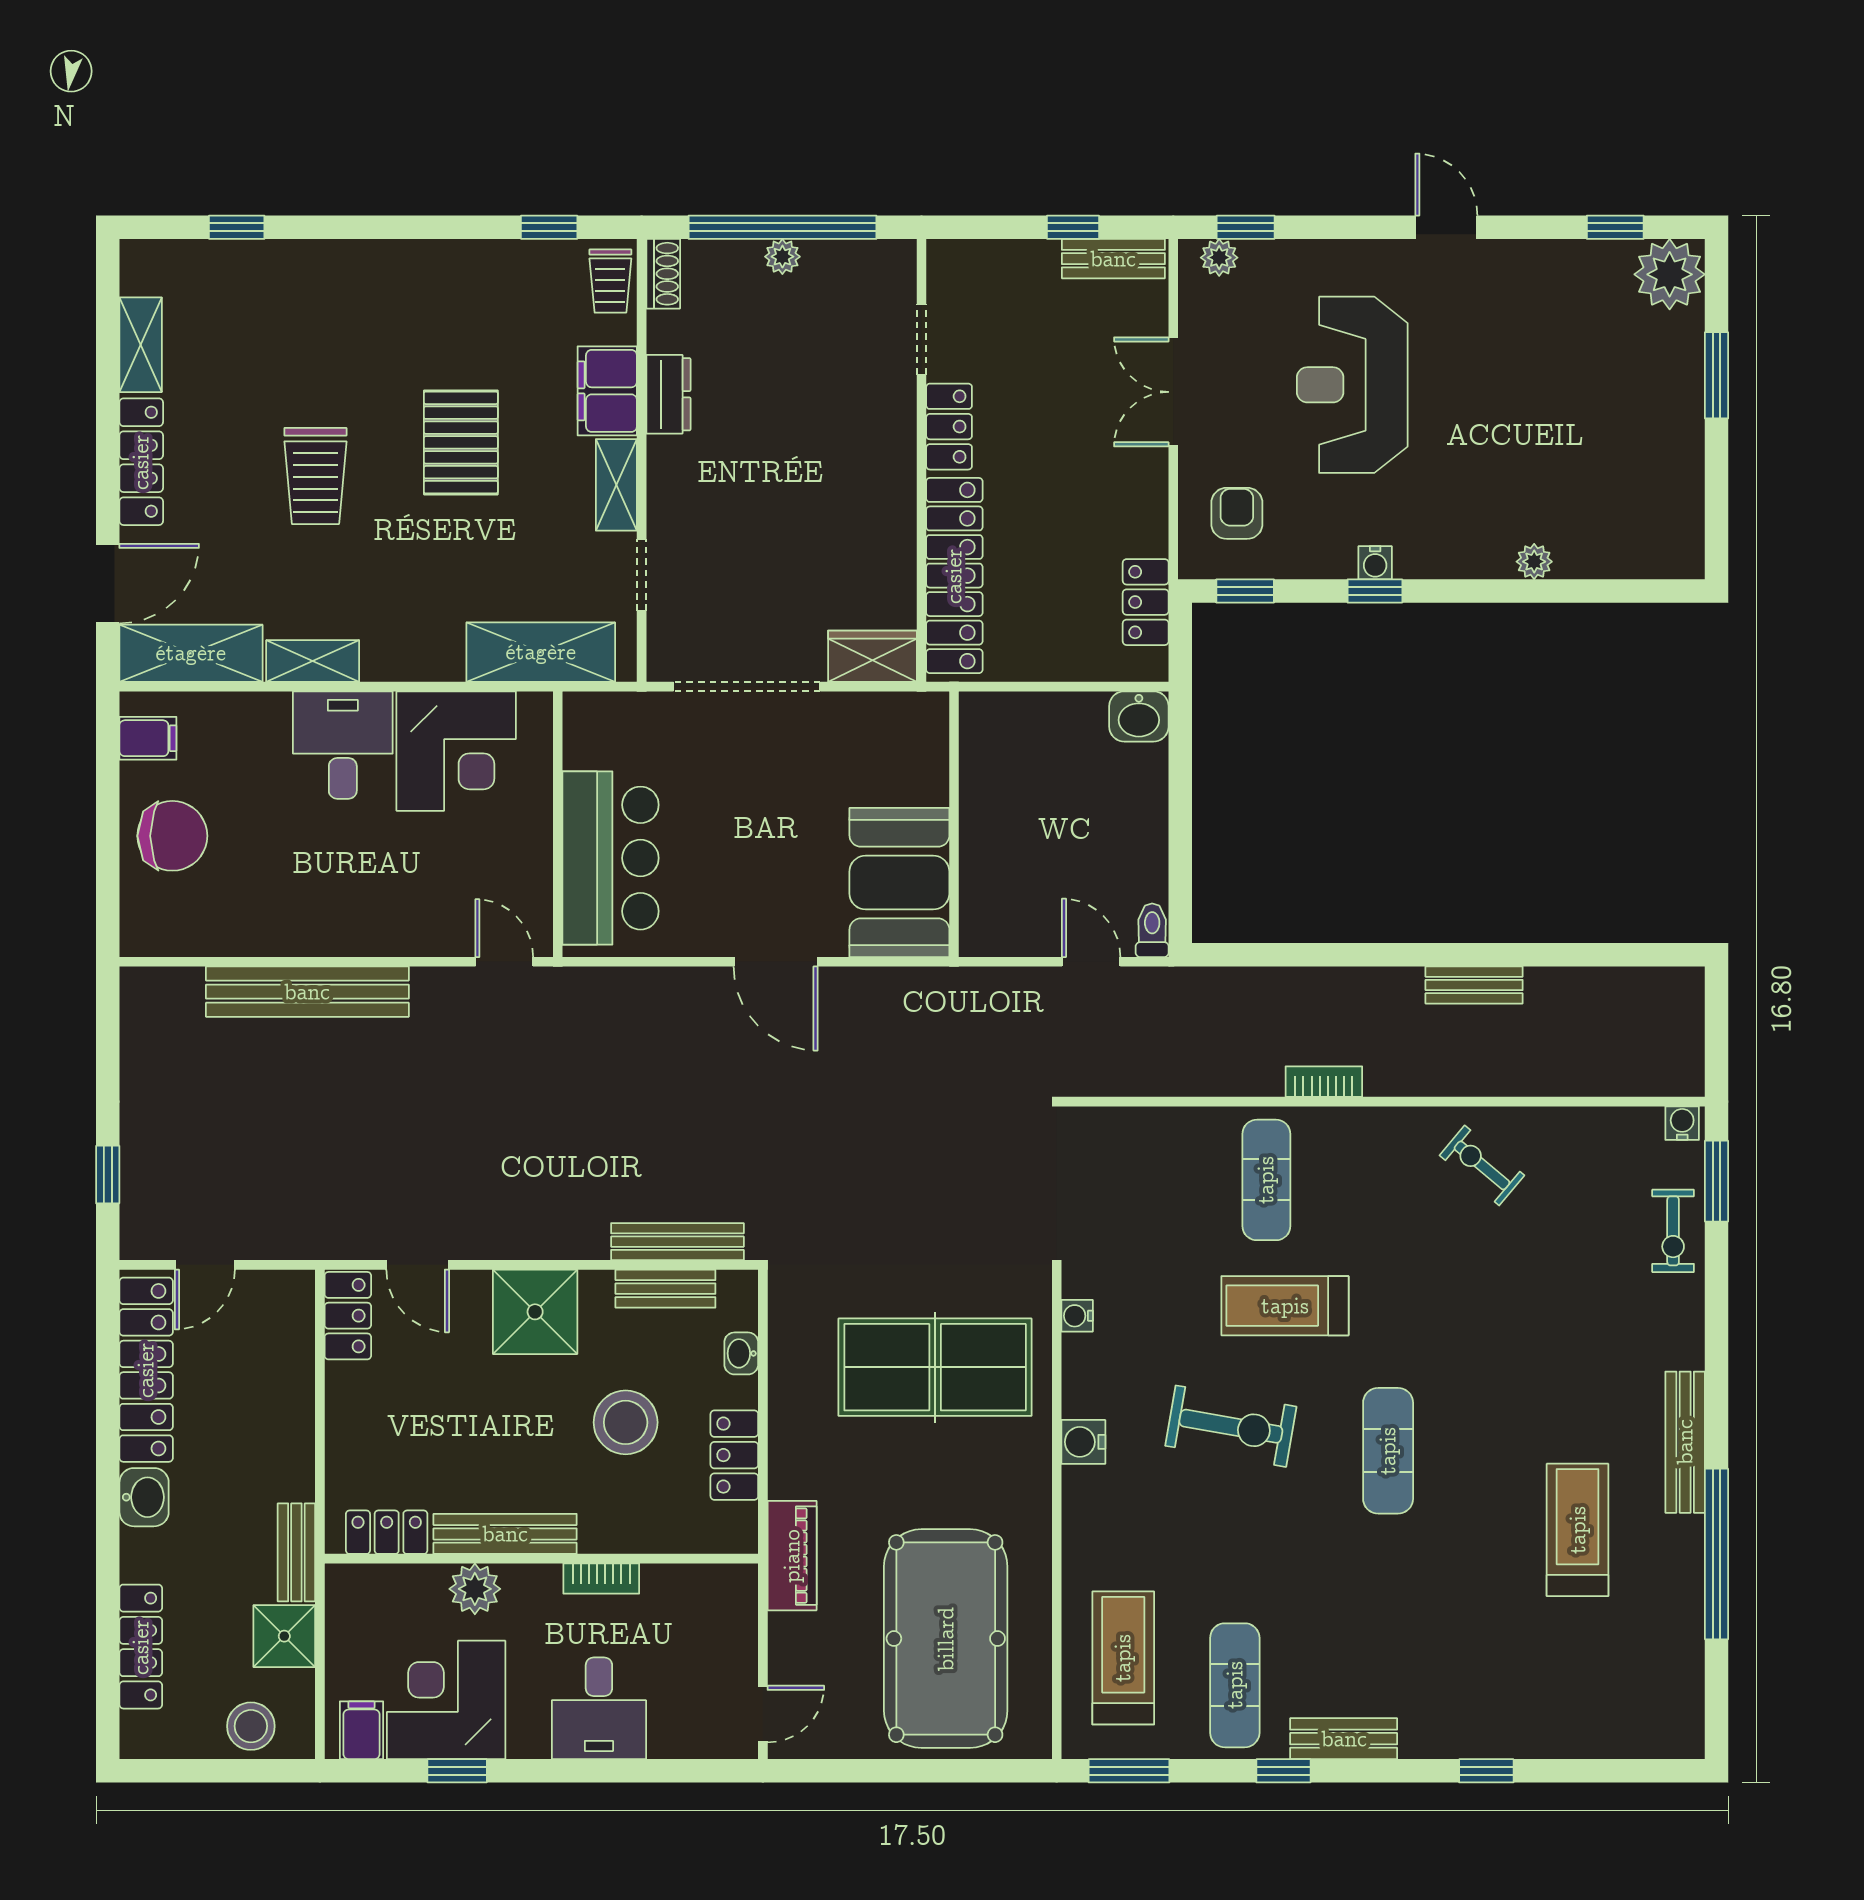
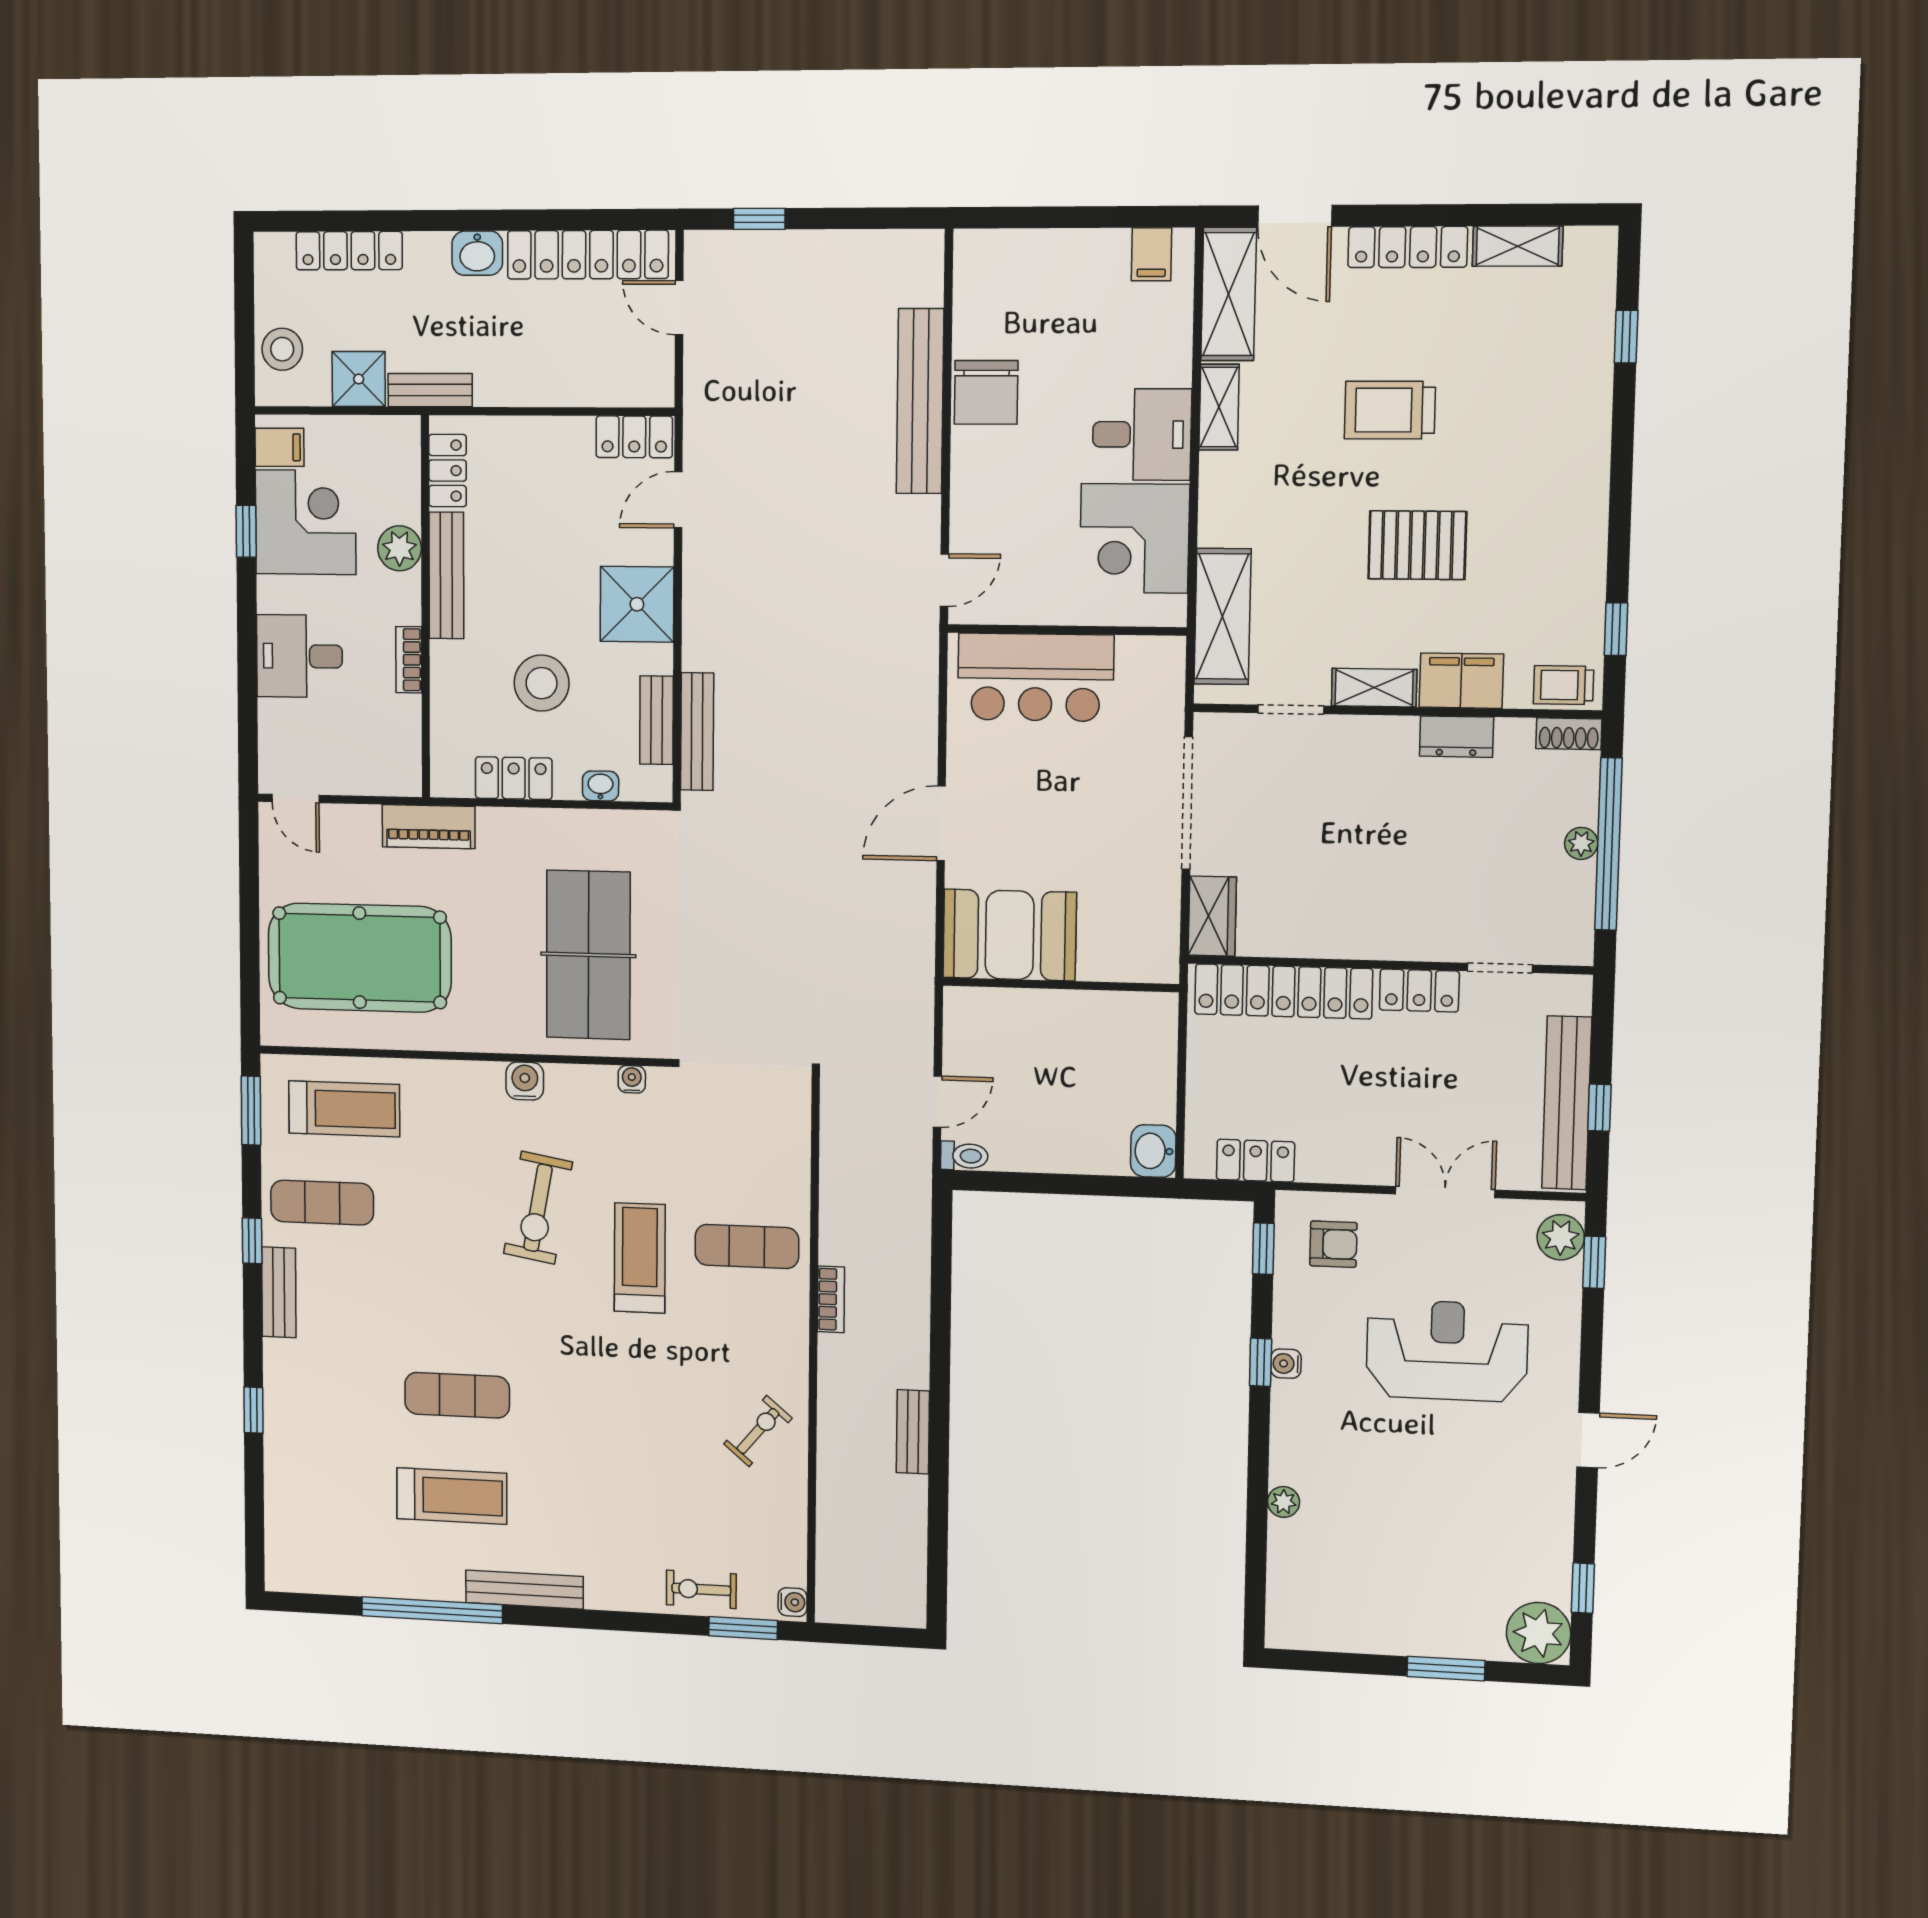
plant: (1219, 258) -> (1561, 1237), width x1.38, depth x1.38
bench: (1113, 259) -> (1567, 1103), width x1.86, depth x1.21
chair: (172, 836) -> (986, 392), moved
exercise mat: (1388, 1451) -> (457, 1395), moved

